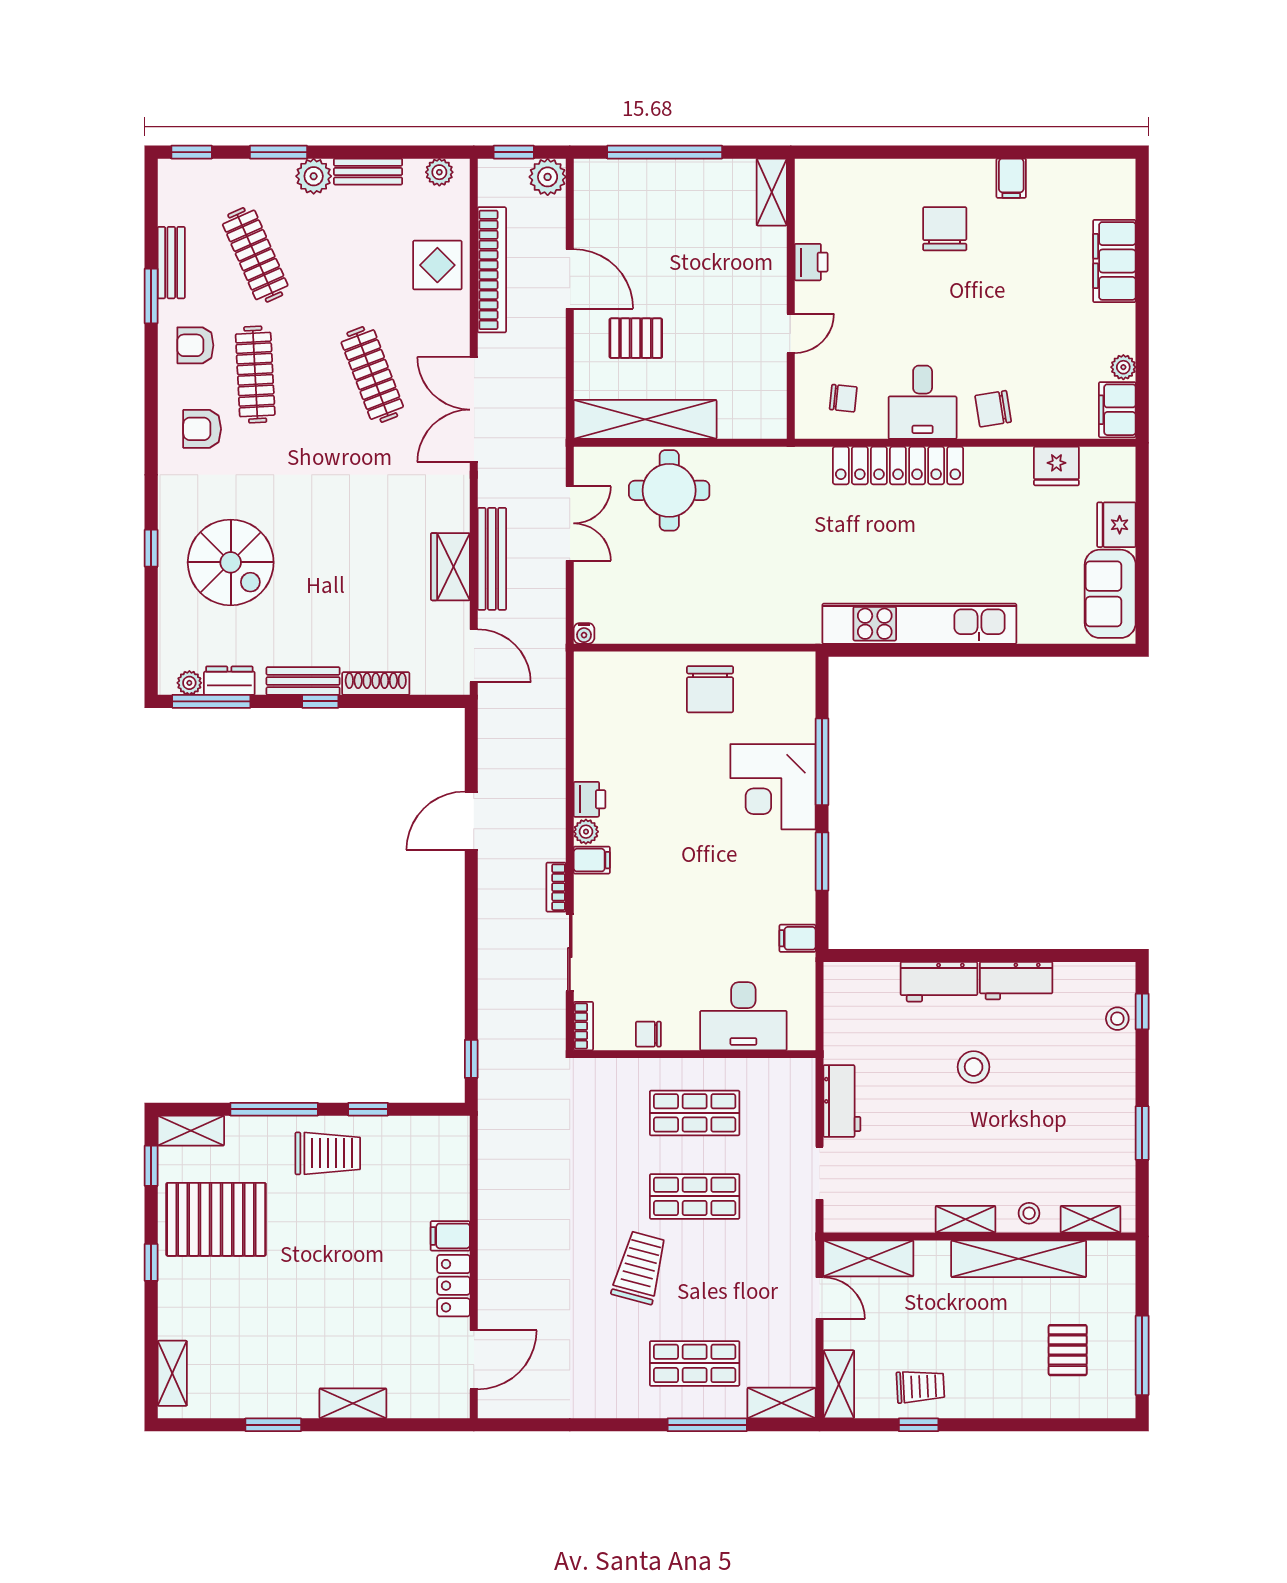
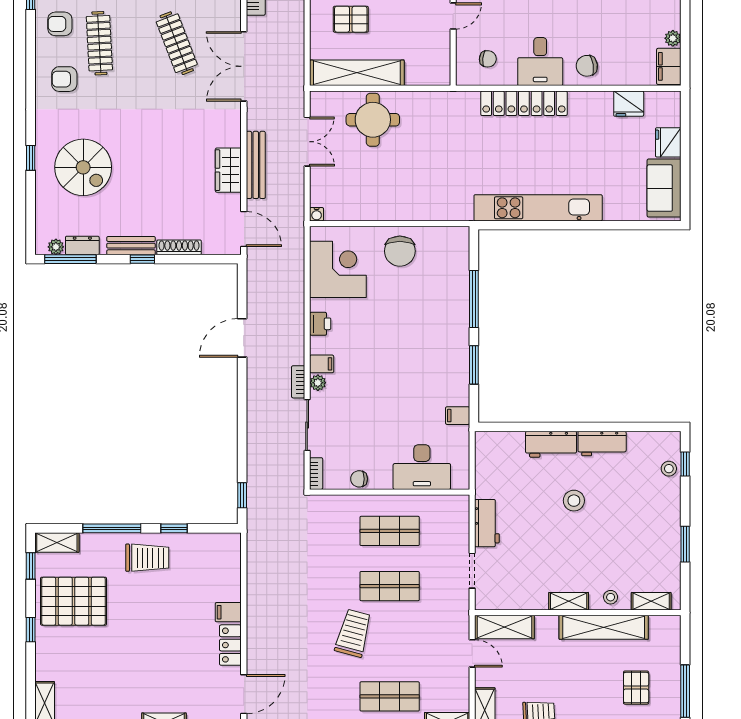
corner desk: (773, 787) -> (338, 269), moved, turned 180
plant: (586, 832) -> (318, 383), moved

